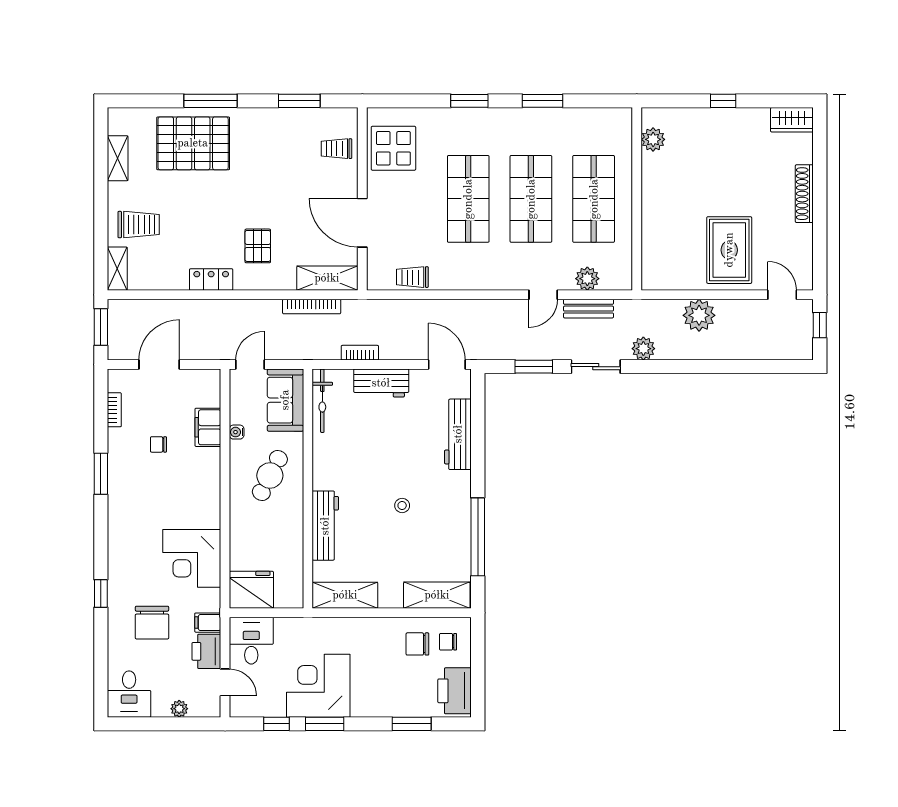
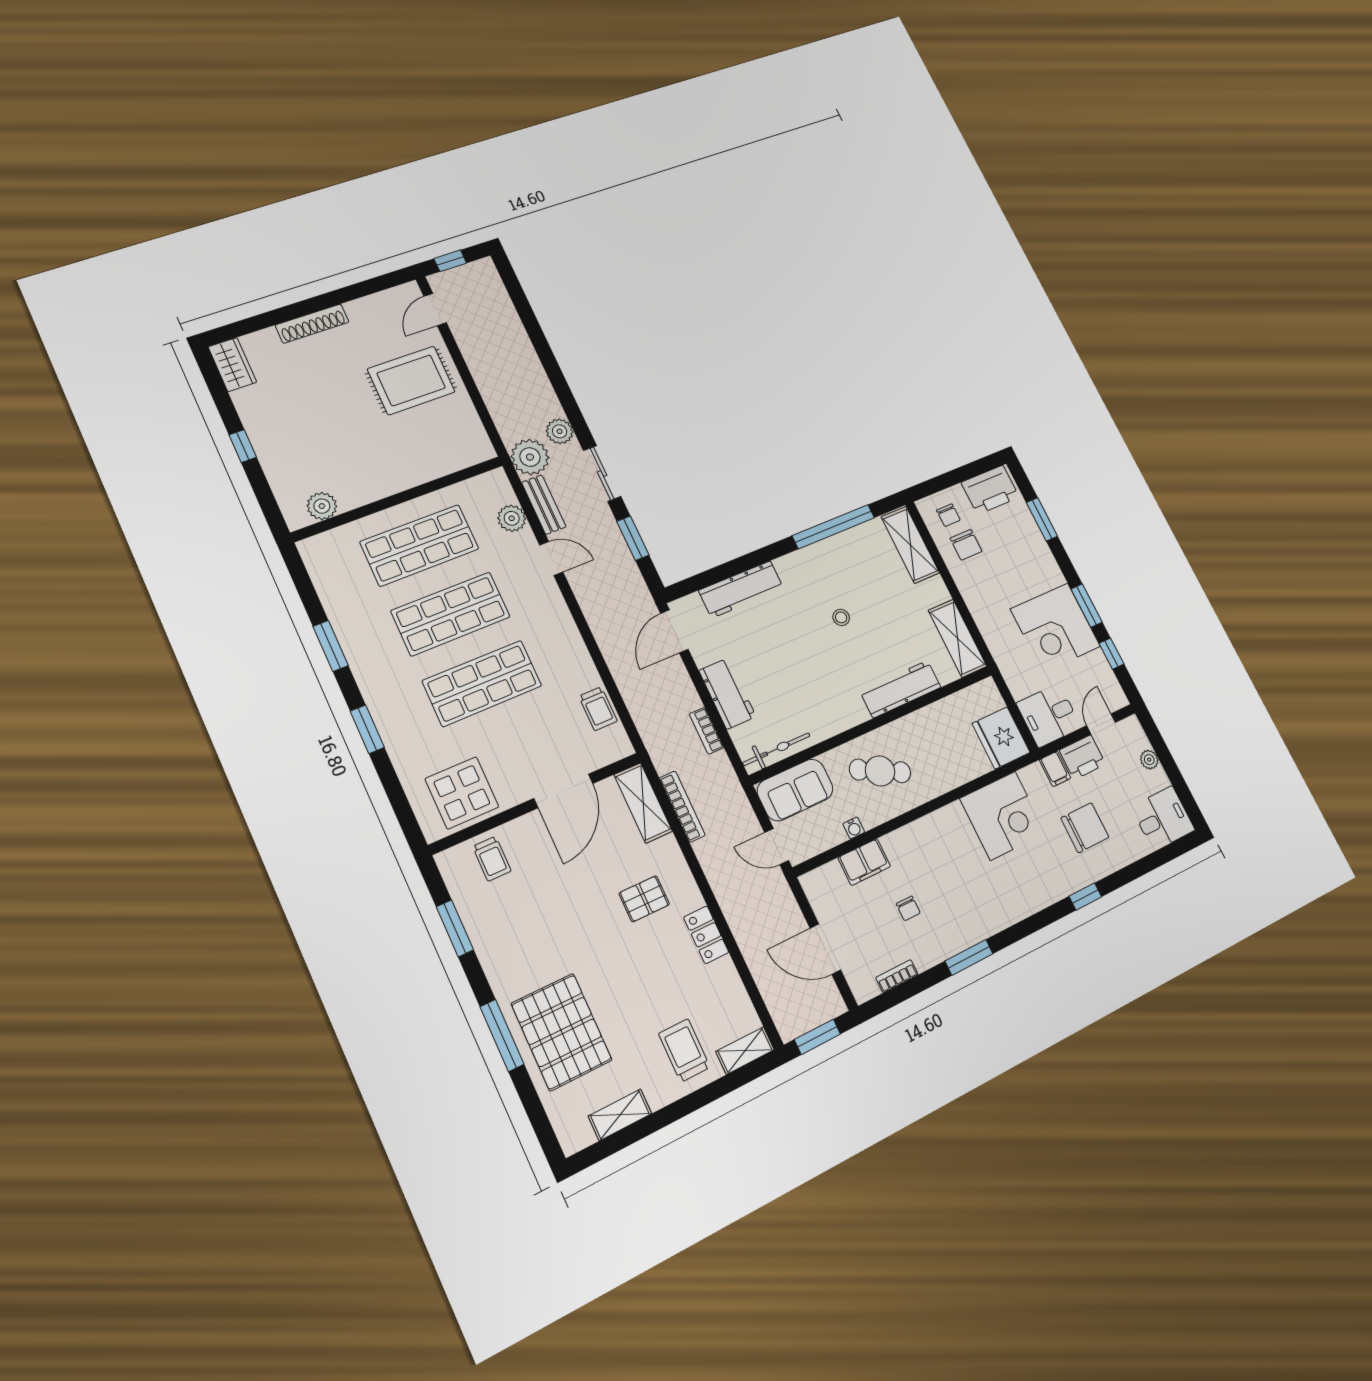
plant: (699, 315) -> (530, 457), moved

